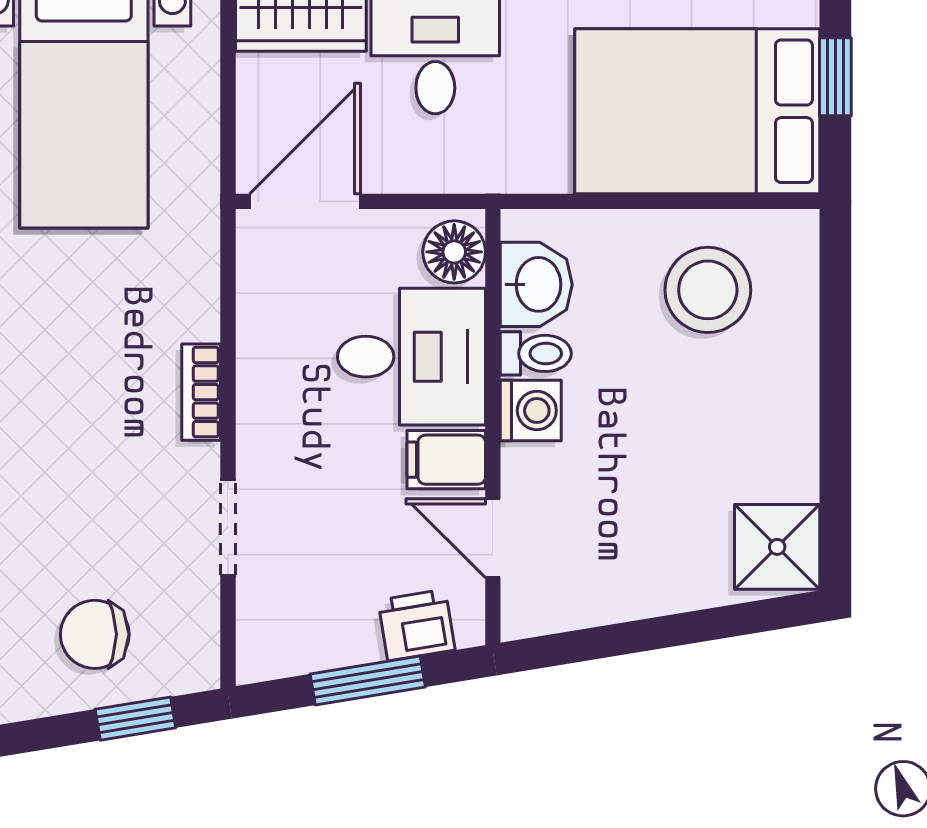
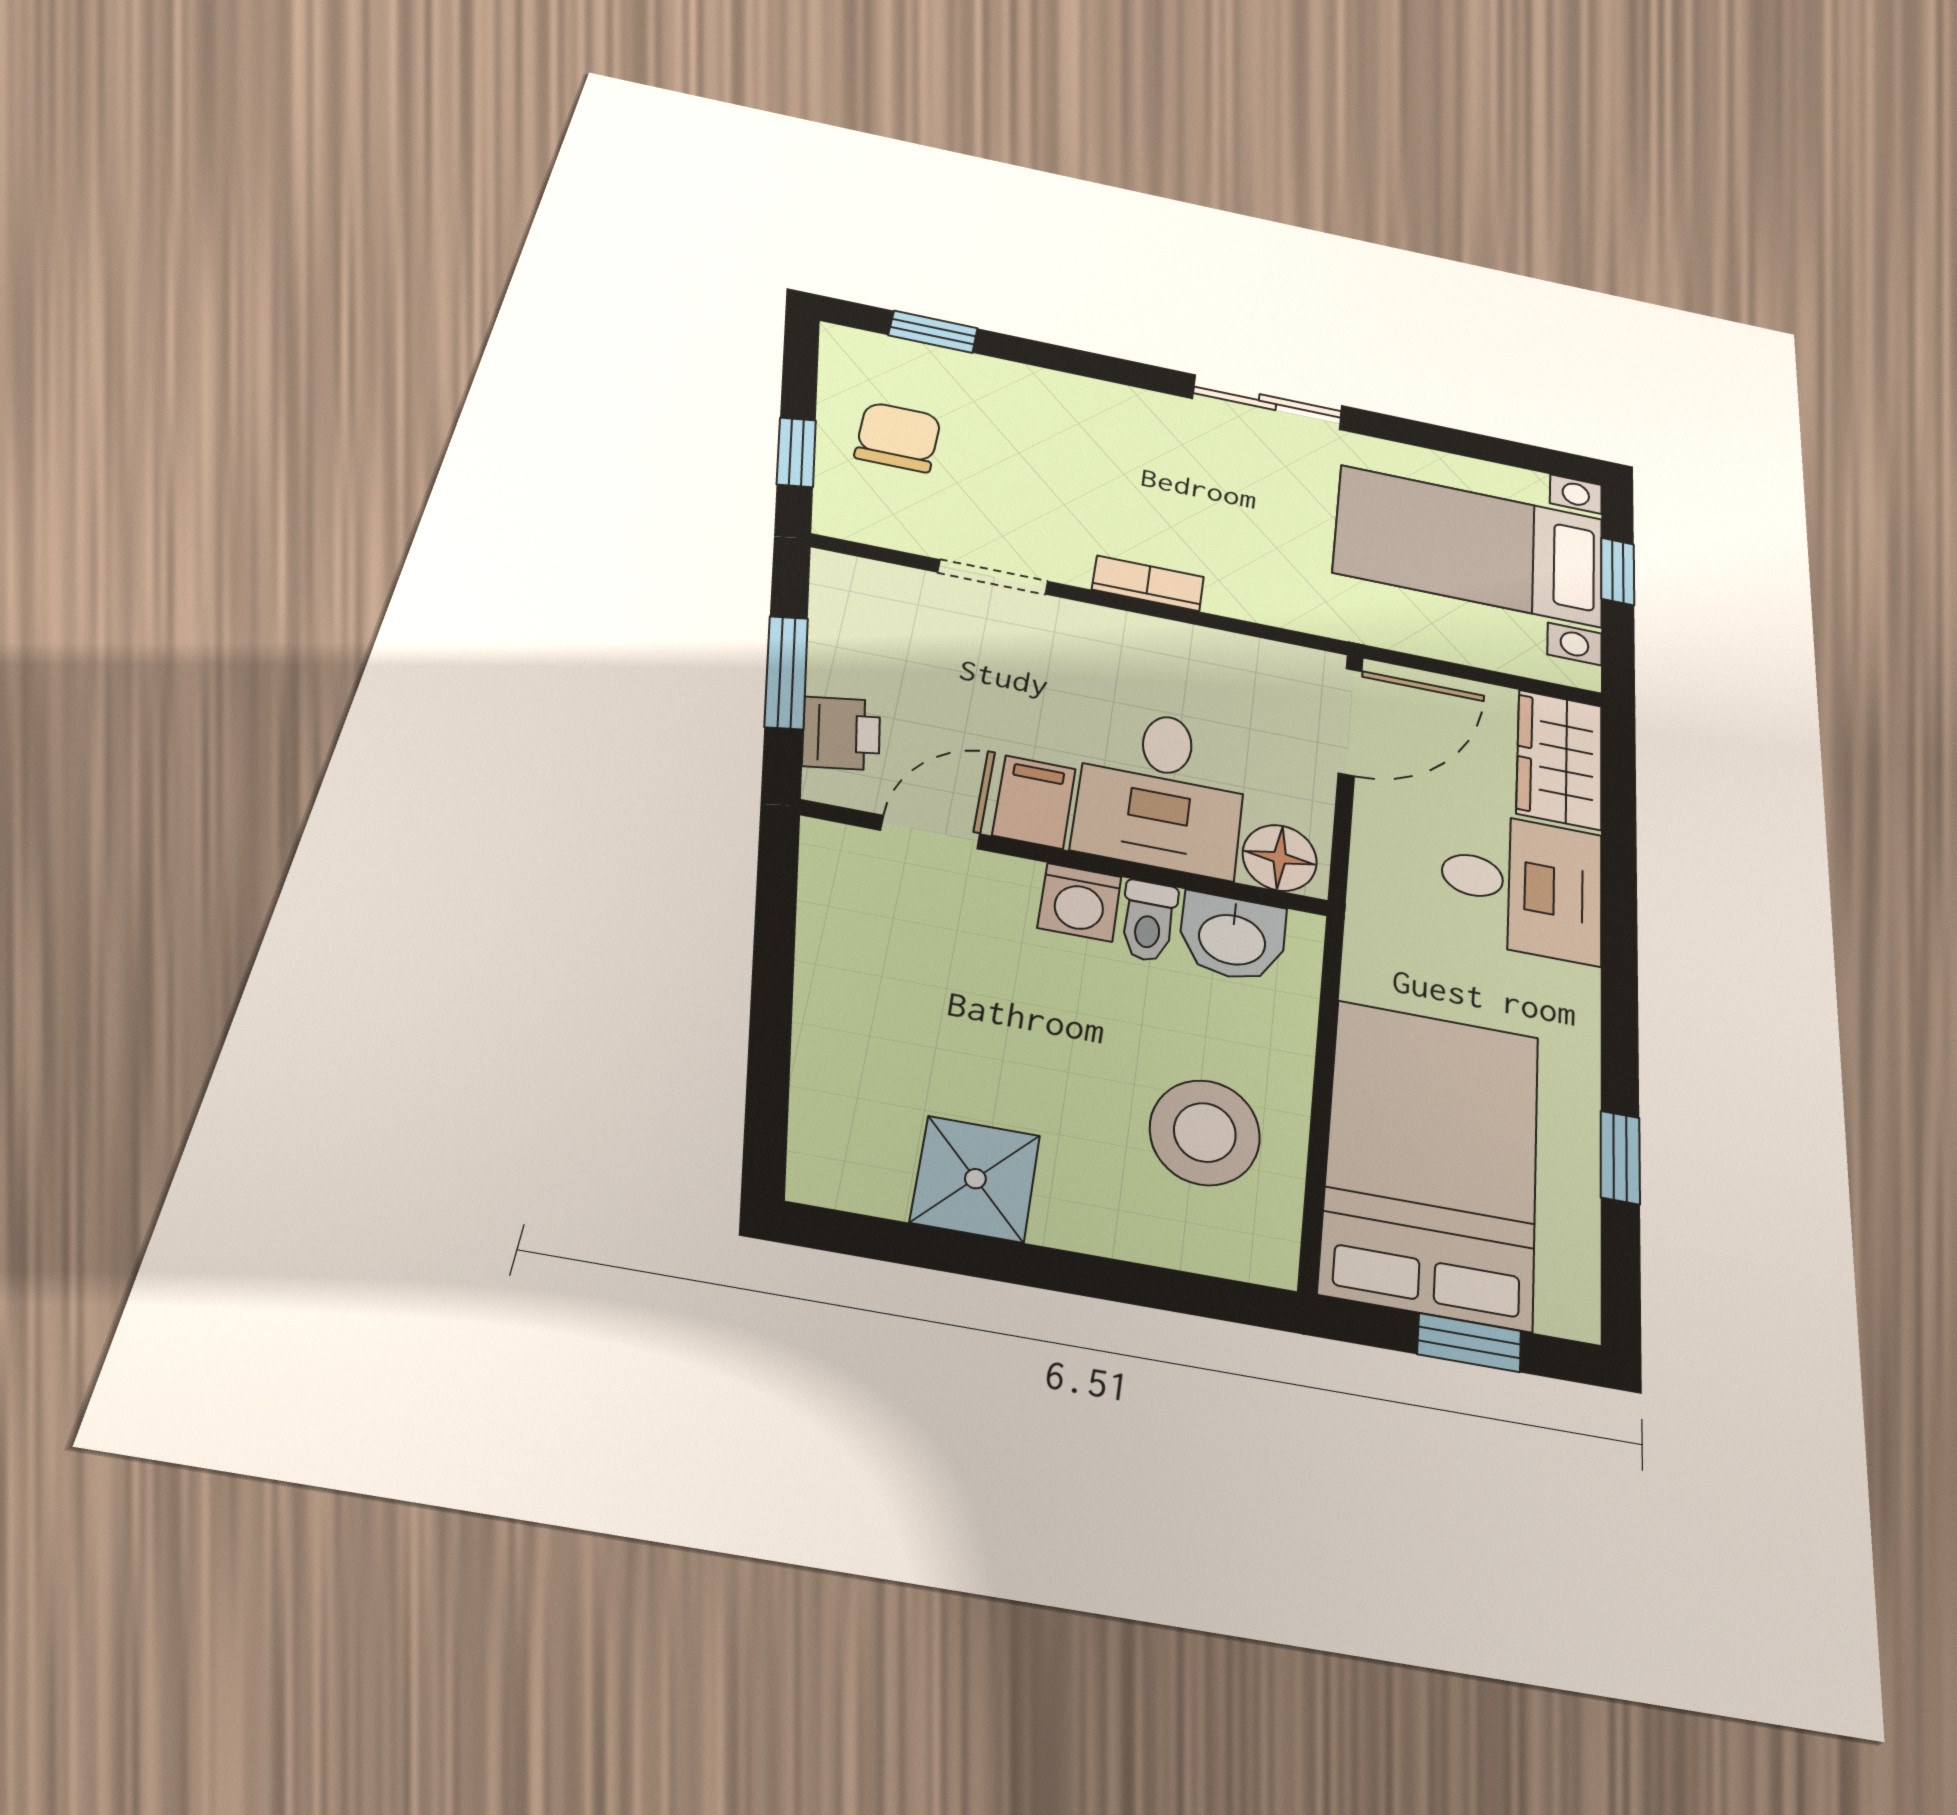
door: (305, 201) -> (1350, 721), hinge flipped
shower: (777, 547) -> (975, 1179), moved

